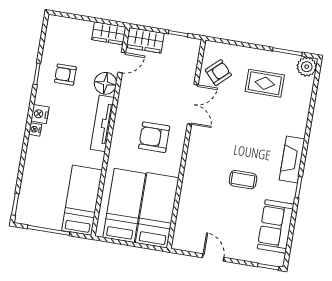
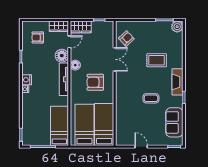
armchair: (65, 75) -> (38, 37), moved
rug: (265, 83) -> (157, 60), moved
floor lamp: (125, 103) -> (75, 65), added

